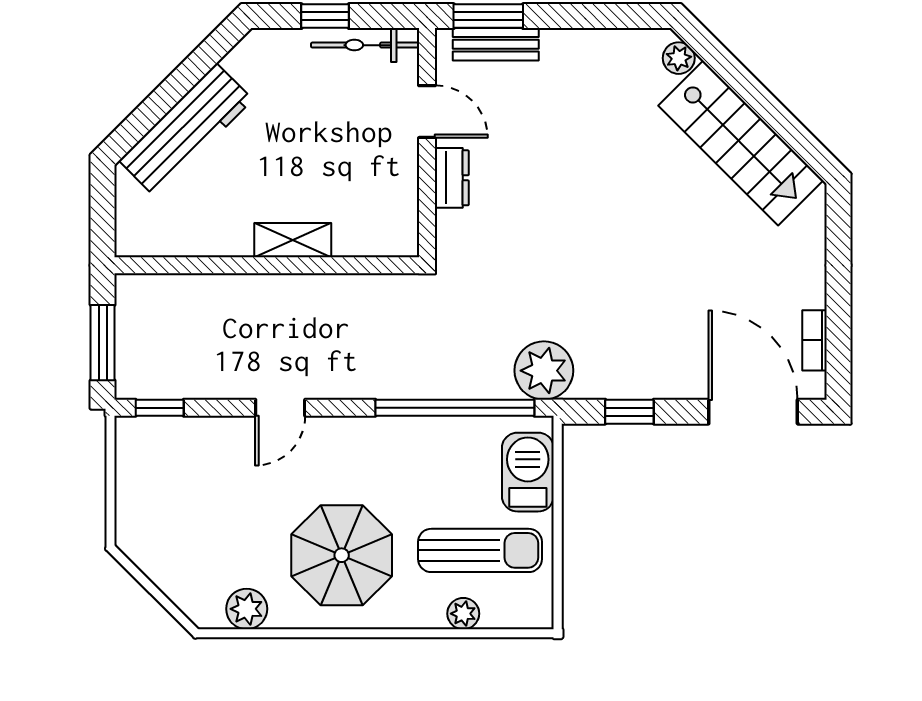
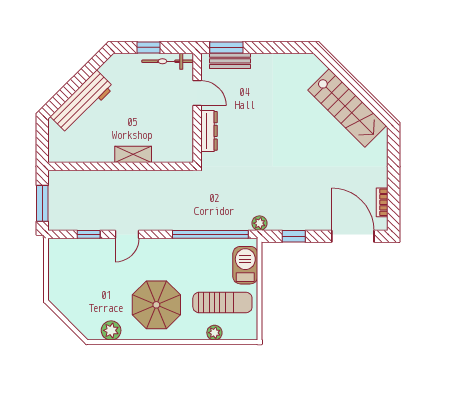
plant: (679, 58) -> (317, 68), removed
dresser: (452, 178) -> (209, 131), width x1.44
plant: (544, 371) -> (259, 223), width x0.53, depth x0.53
window: (160, 408) -> (89, 234), moved

